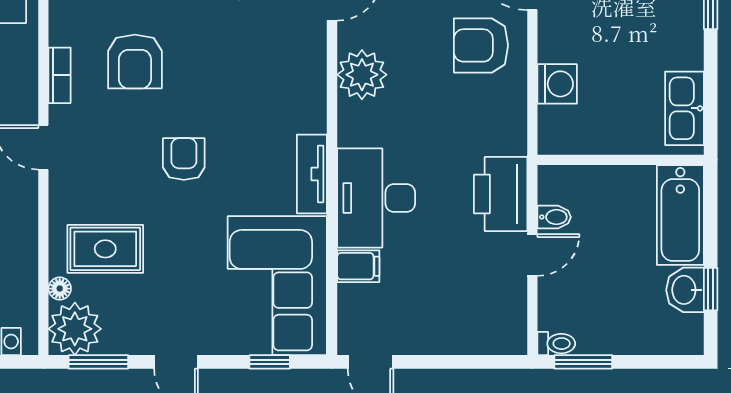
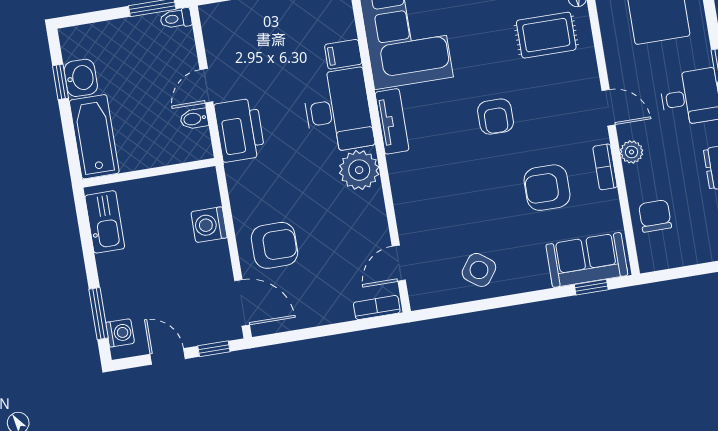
armchair: (135, 62) -> (547, 188), turned -90
plant: (362, 75) -> (359, 170), moved
plant: (24, 88) -> (632, 152), added

